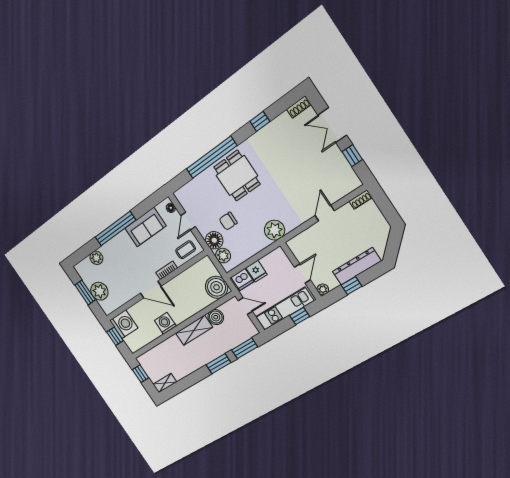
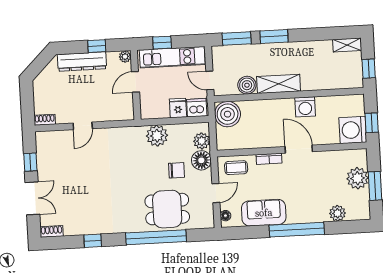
dining table: (237, 176) -> (167, 209), moved, turned 90
plant: (275, 230) -> (157, 136), moved

